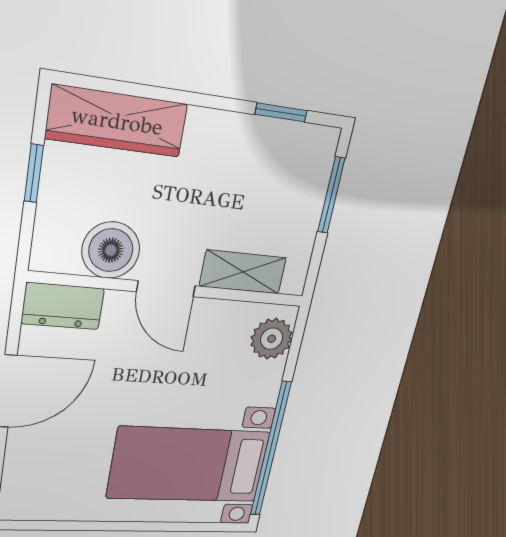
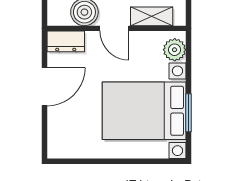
window: (271, 450) -> (188, 113), width x0.47
bed with nightstands: (189, 465) -> (144, 111), width x1.36

